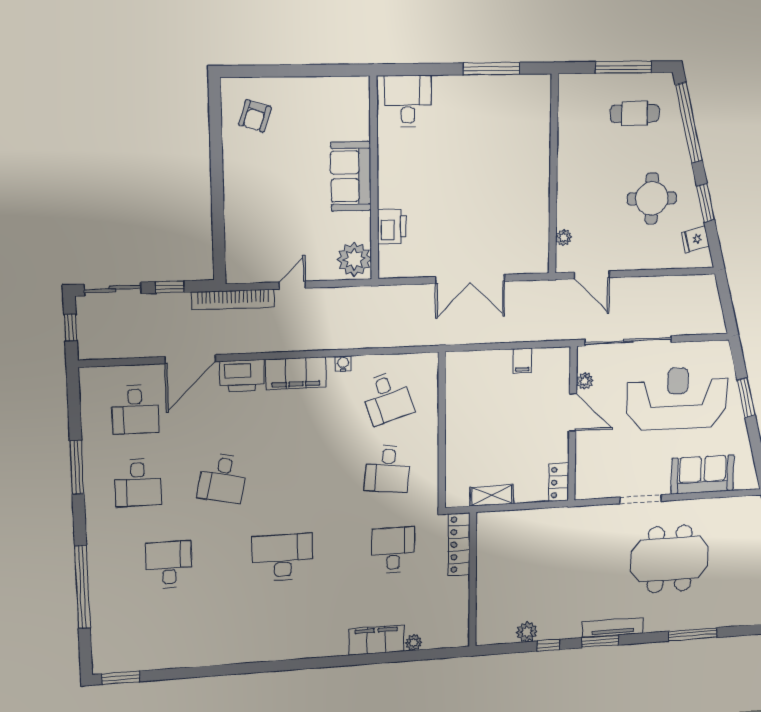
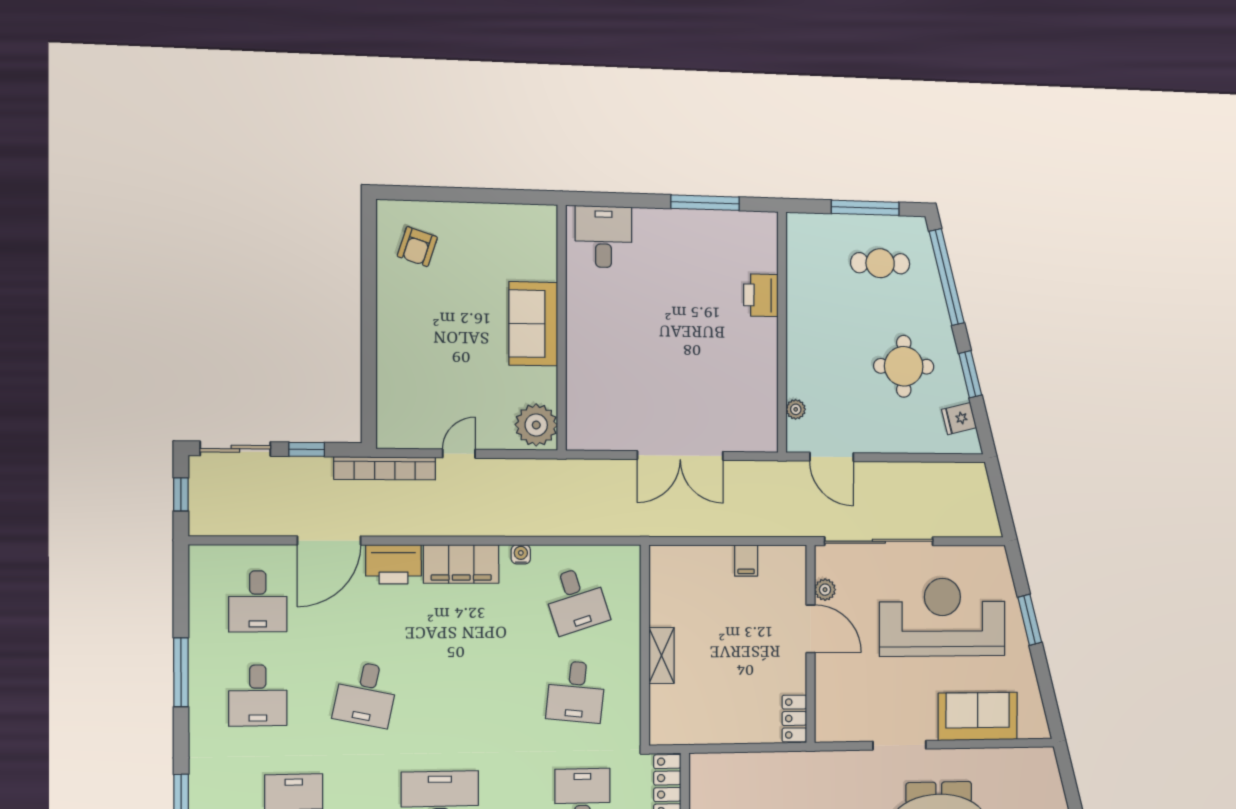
printer: (392, 227) -> (761, 295), moved, turned 180
shelving: (492, 495) -> (661, 656), moved, turned 90

